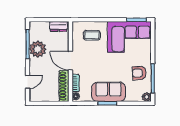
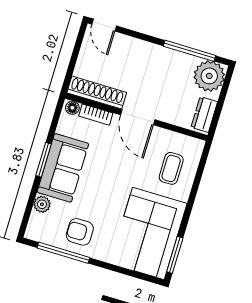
plant: (38, 49) -> (209, 76), moved
door: (70, 61) -> (138, 117), swing flipped
armchair: (139, 73) -> (80, 232), turned -87
door: (28, 82) -> (104, 25), moved
plant: (147, 97) -> (42, 204), moved

